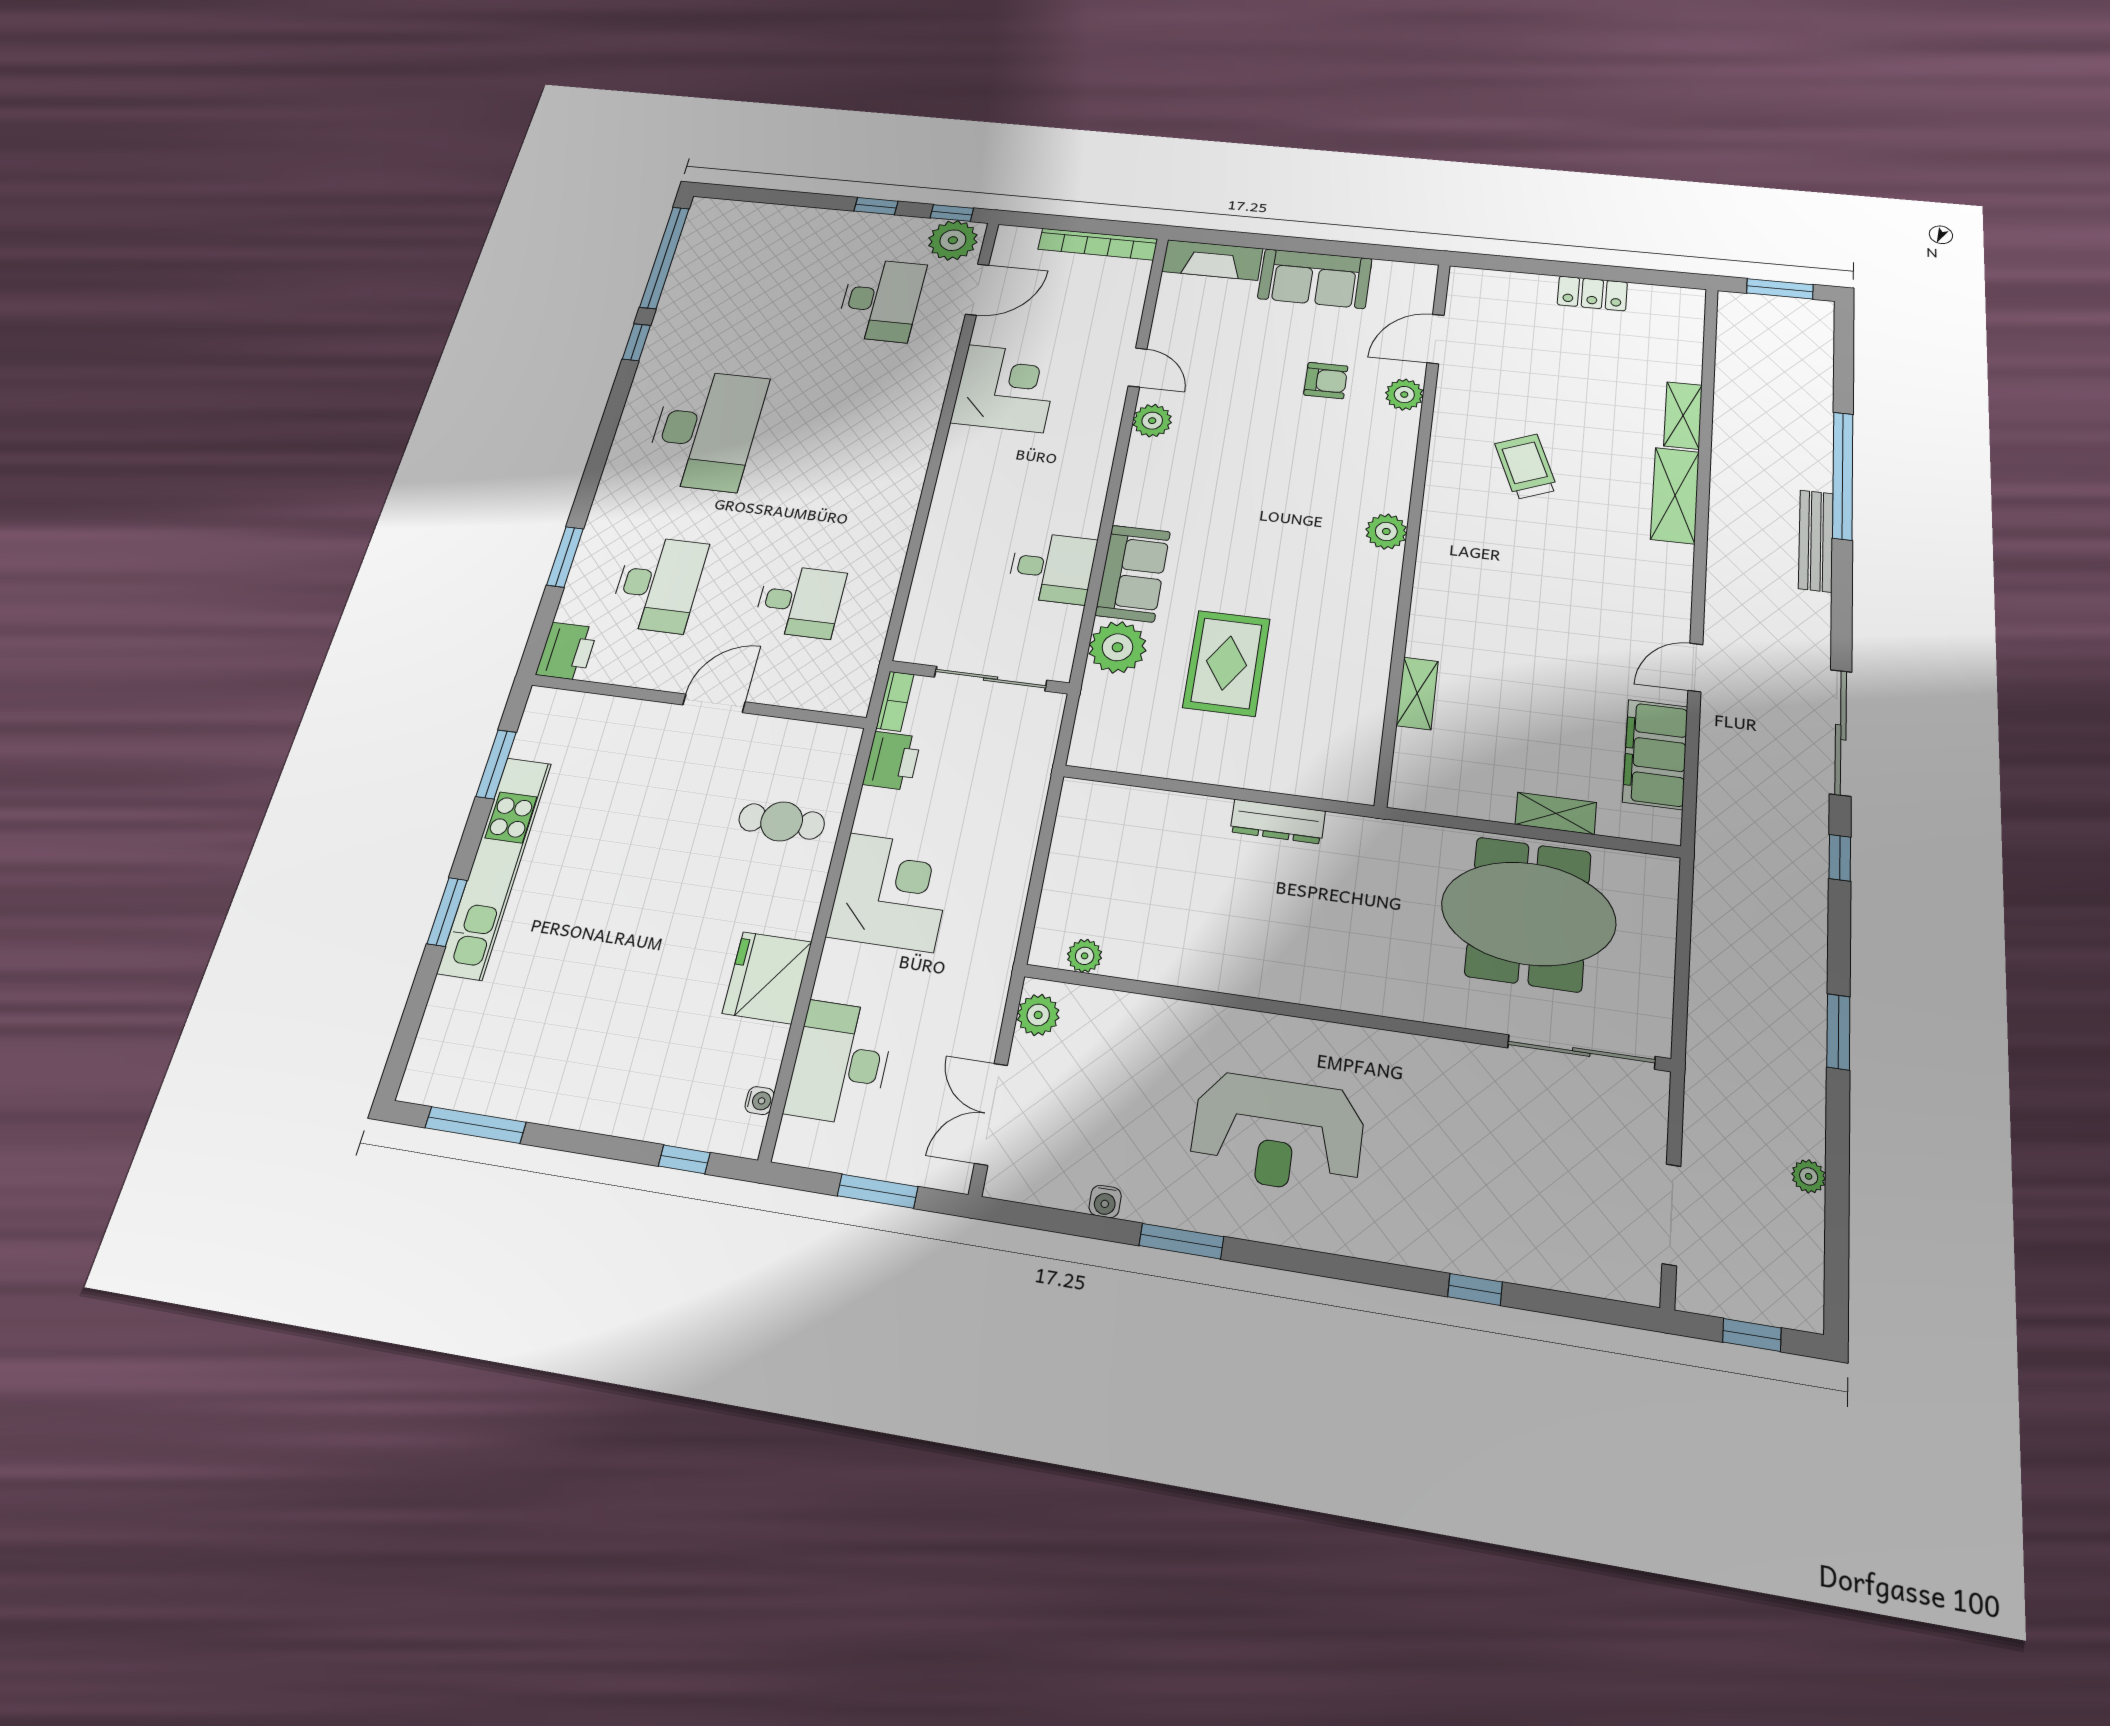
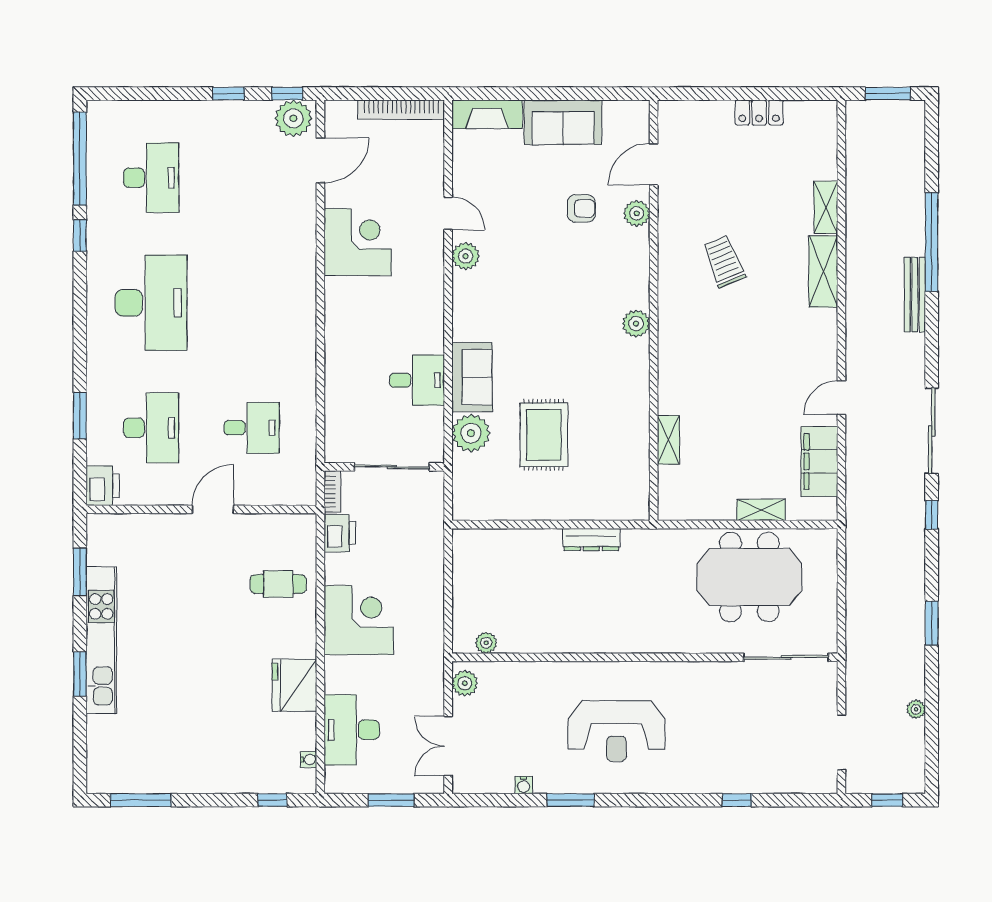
desk: (881, 300) -> (151, 178), moved

